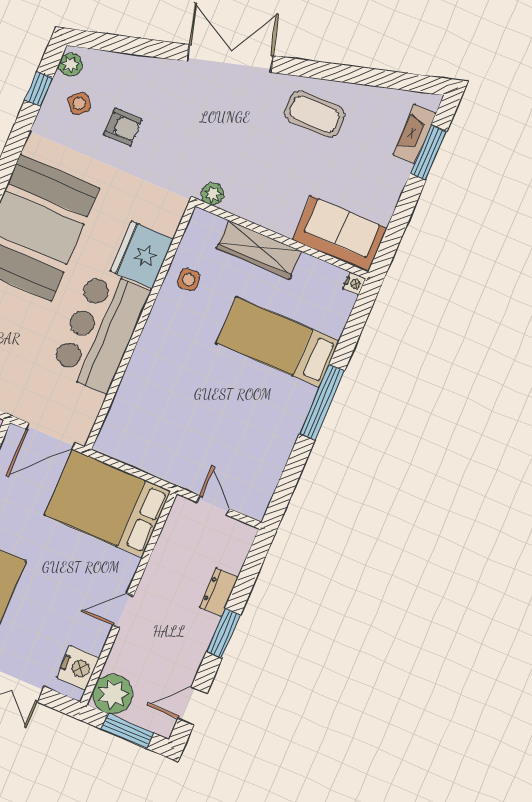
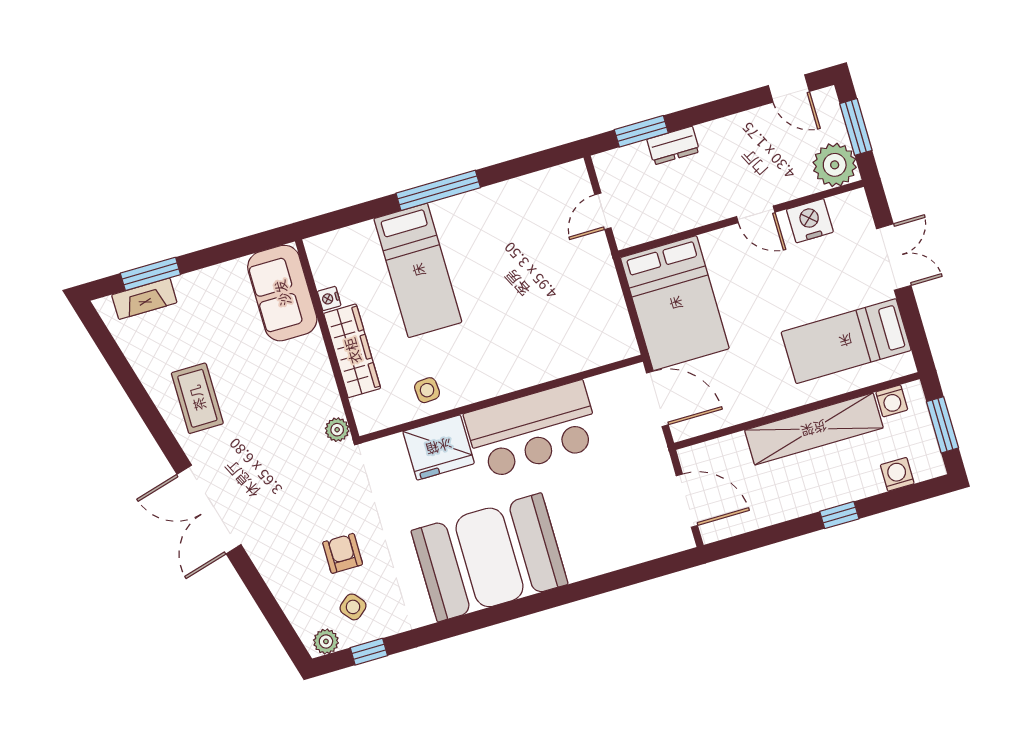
nightstand: (354, 284) -> (329, 298), moved, turned -90
window: (223, 633) -> (641, 131), moved
nightstand: (78, 668) -> (810, 221), moved

